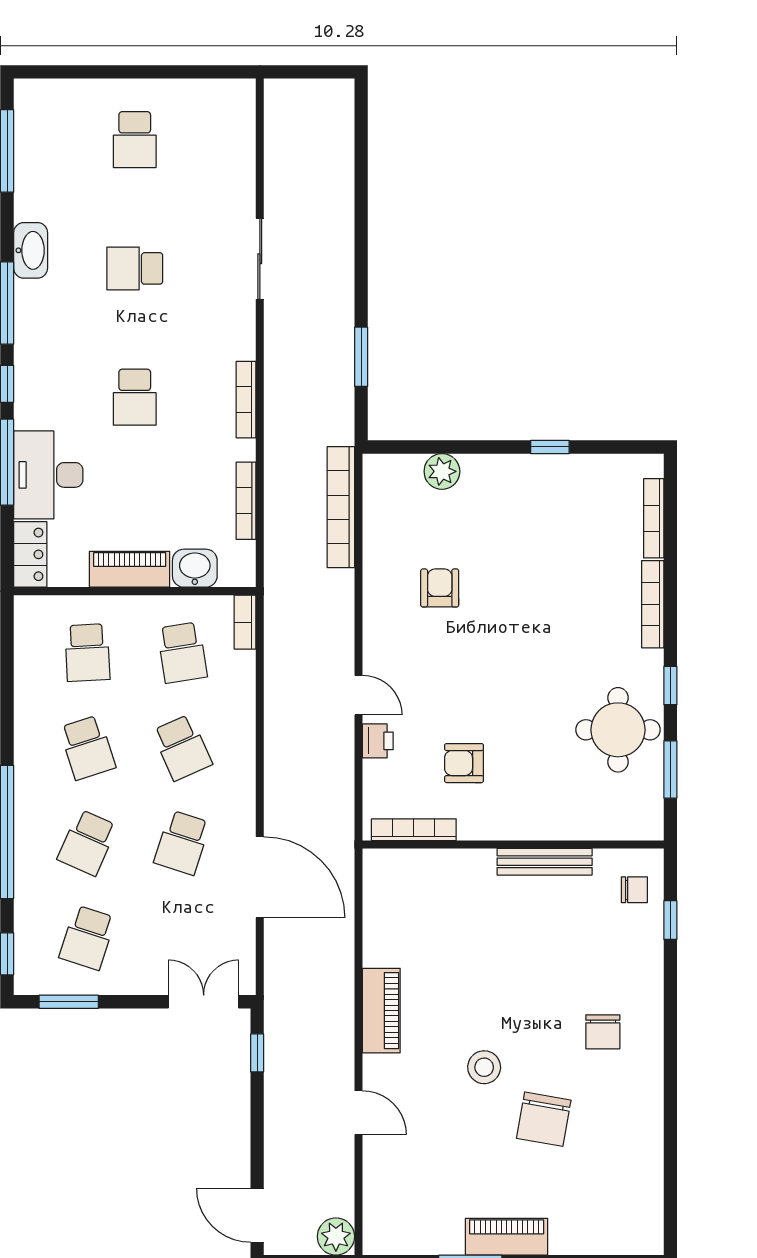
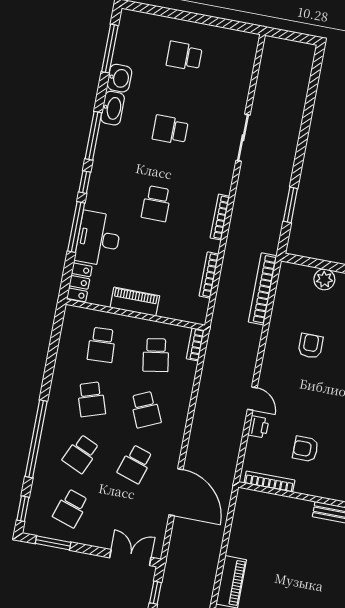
school desk: (135, 140) -> (184, 56), turned 90
washbasin: (195, 568) -> (119, 78), moved, turned 90

